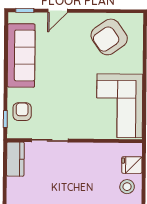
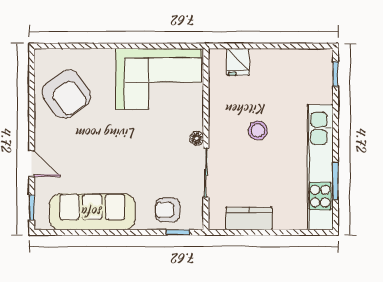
floor lamp: (75, 134) -> (197, 138), added
kitchen counter: (15, 159) -> (249, 218), moved
stool: (127, 187) -> (258, 130), moved

